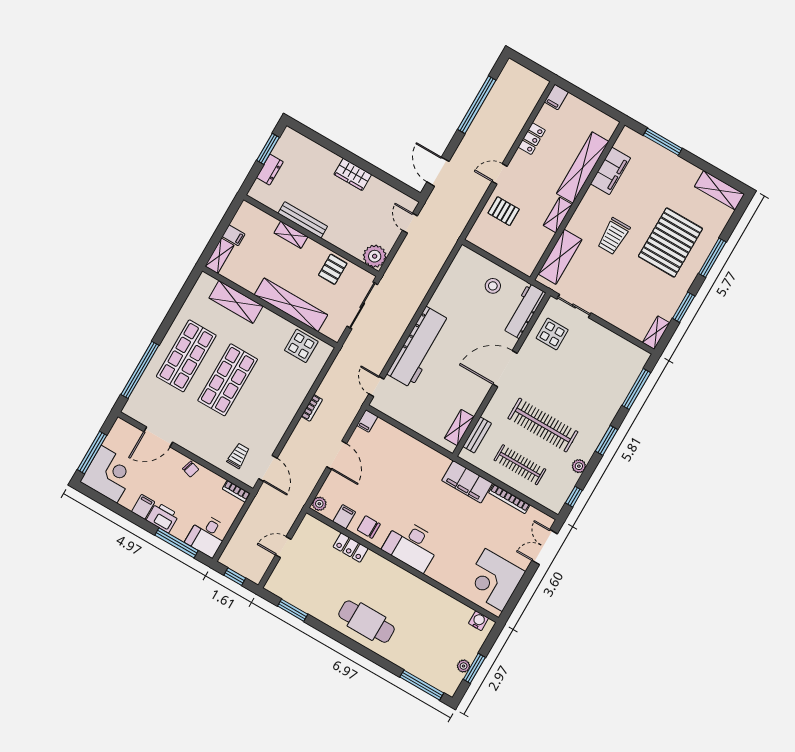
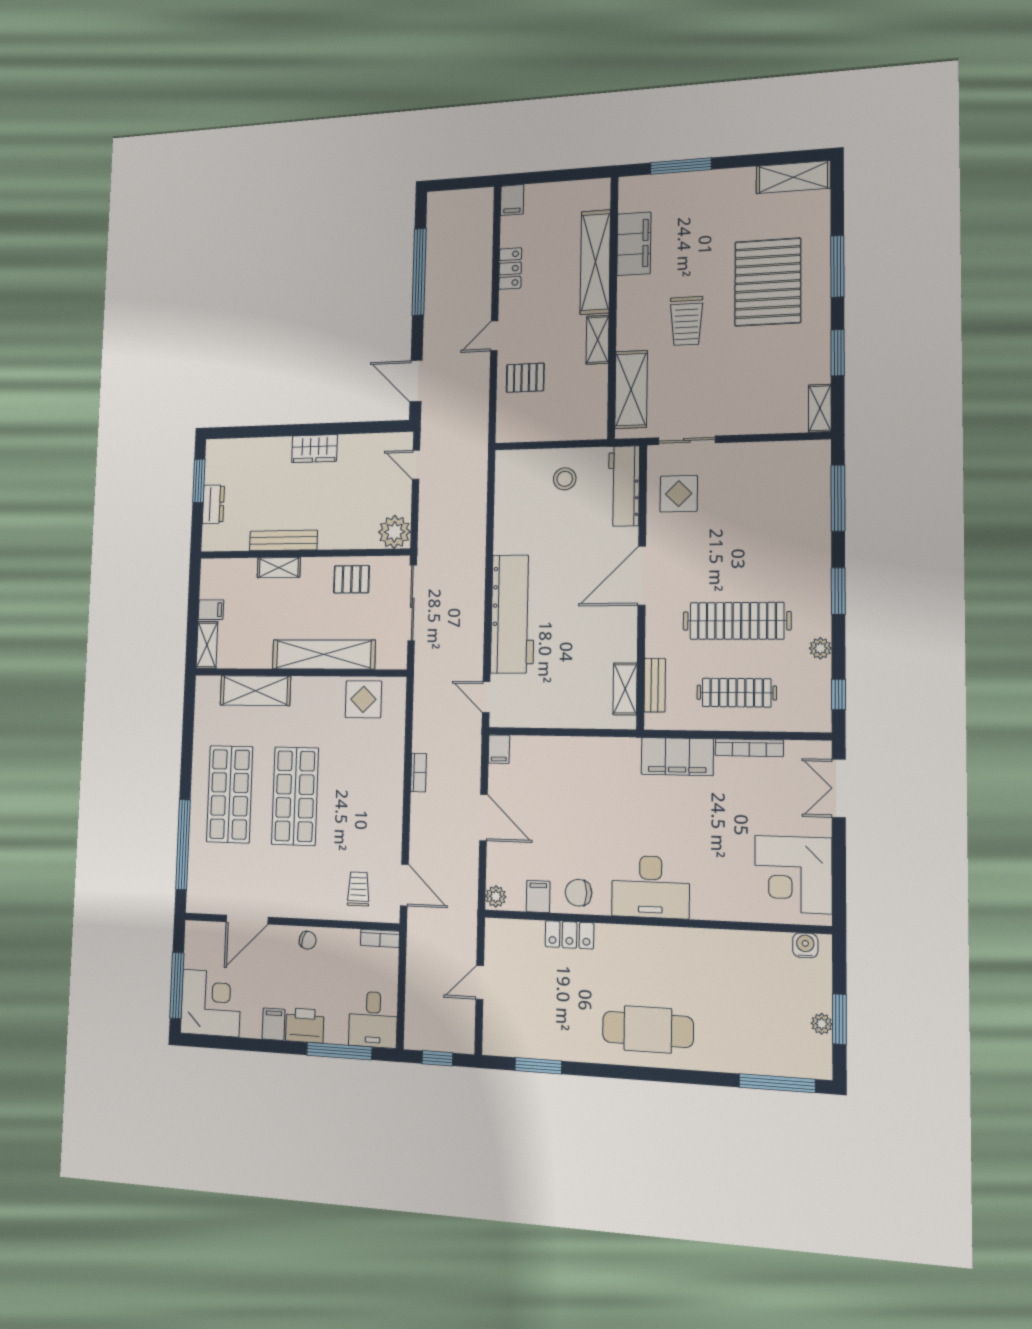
pallet: (333, 269) -> (352, 579), turned 90

